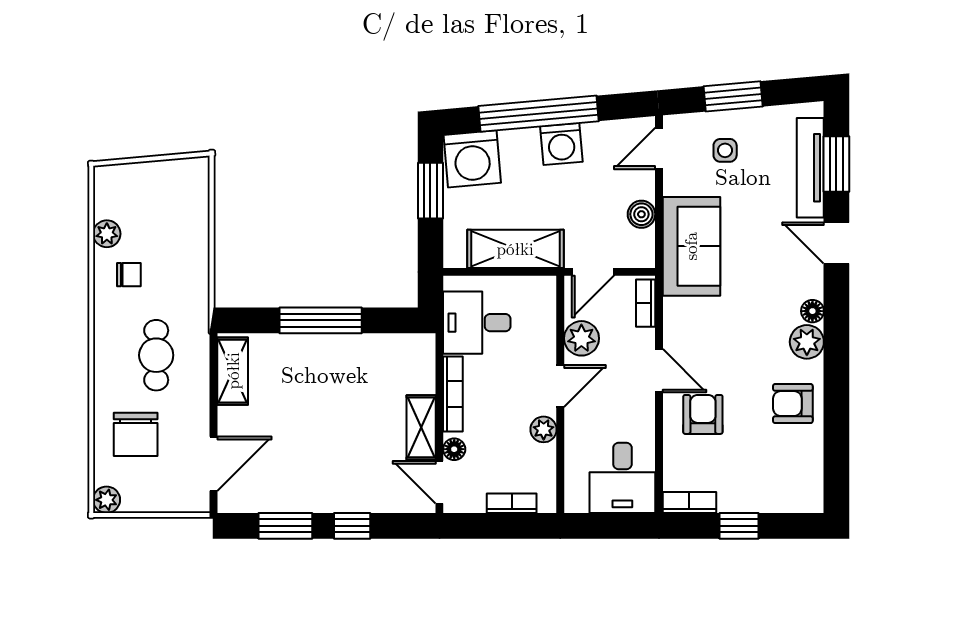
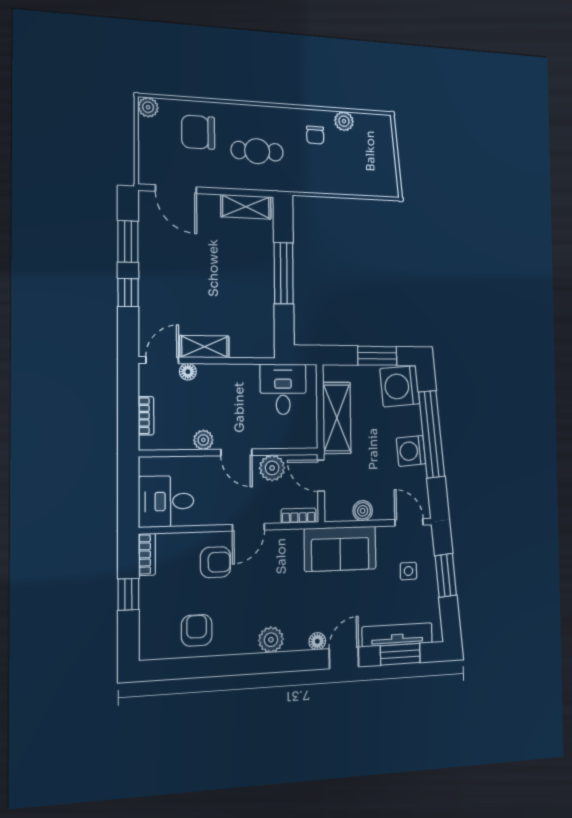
floor lamp: (812, 311) -> (317, 641), moved
bookcase: (453, 394) -> (230, 371), removed
armchair: (793, 404) -> (197, 630), moved

